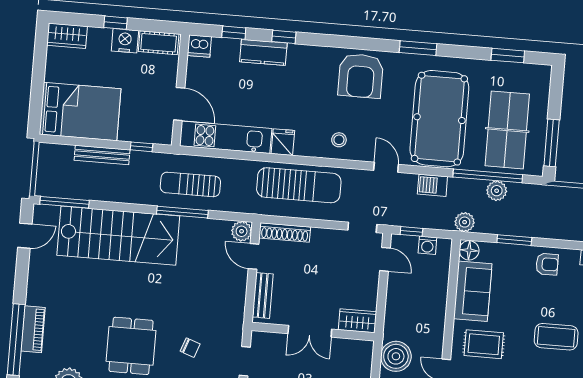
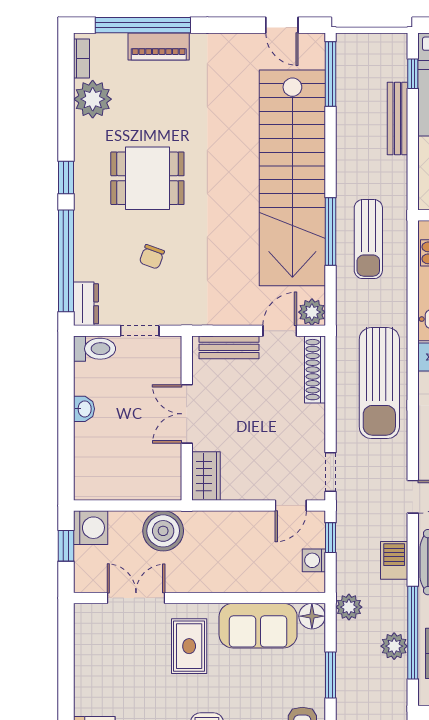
window: (141, 147) -> (413, 74), moved
sun lounger: (190, 184) -> (368, 239), turned 180
stairs: (118, 236) -> (292, 178), width x1.36

